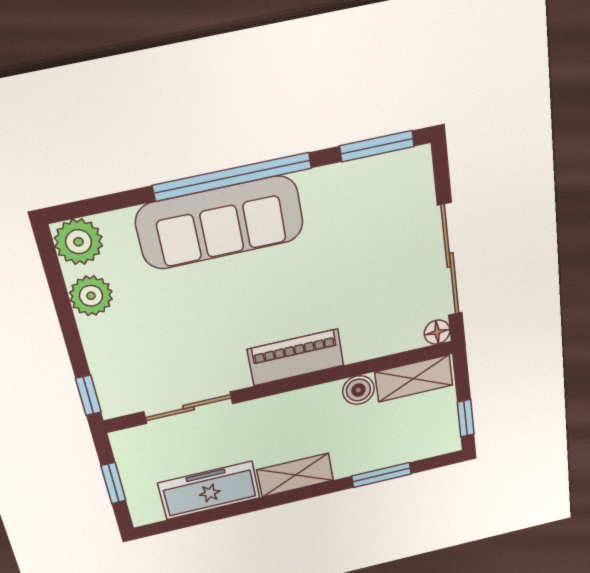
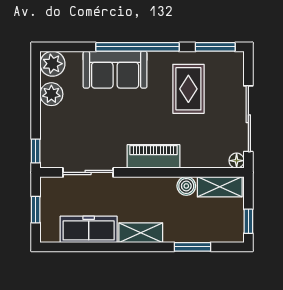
sofa: (220, 223) -> (115, 70), width x0.73
rug: (339, 232) -> (188, 89), added

